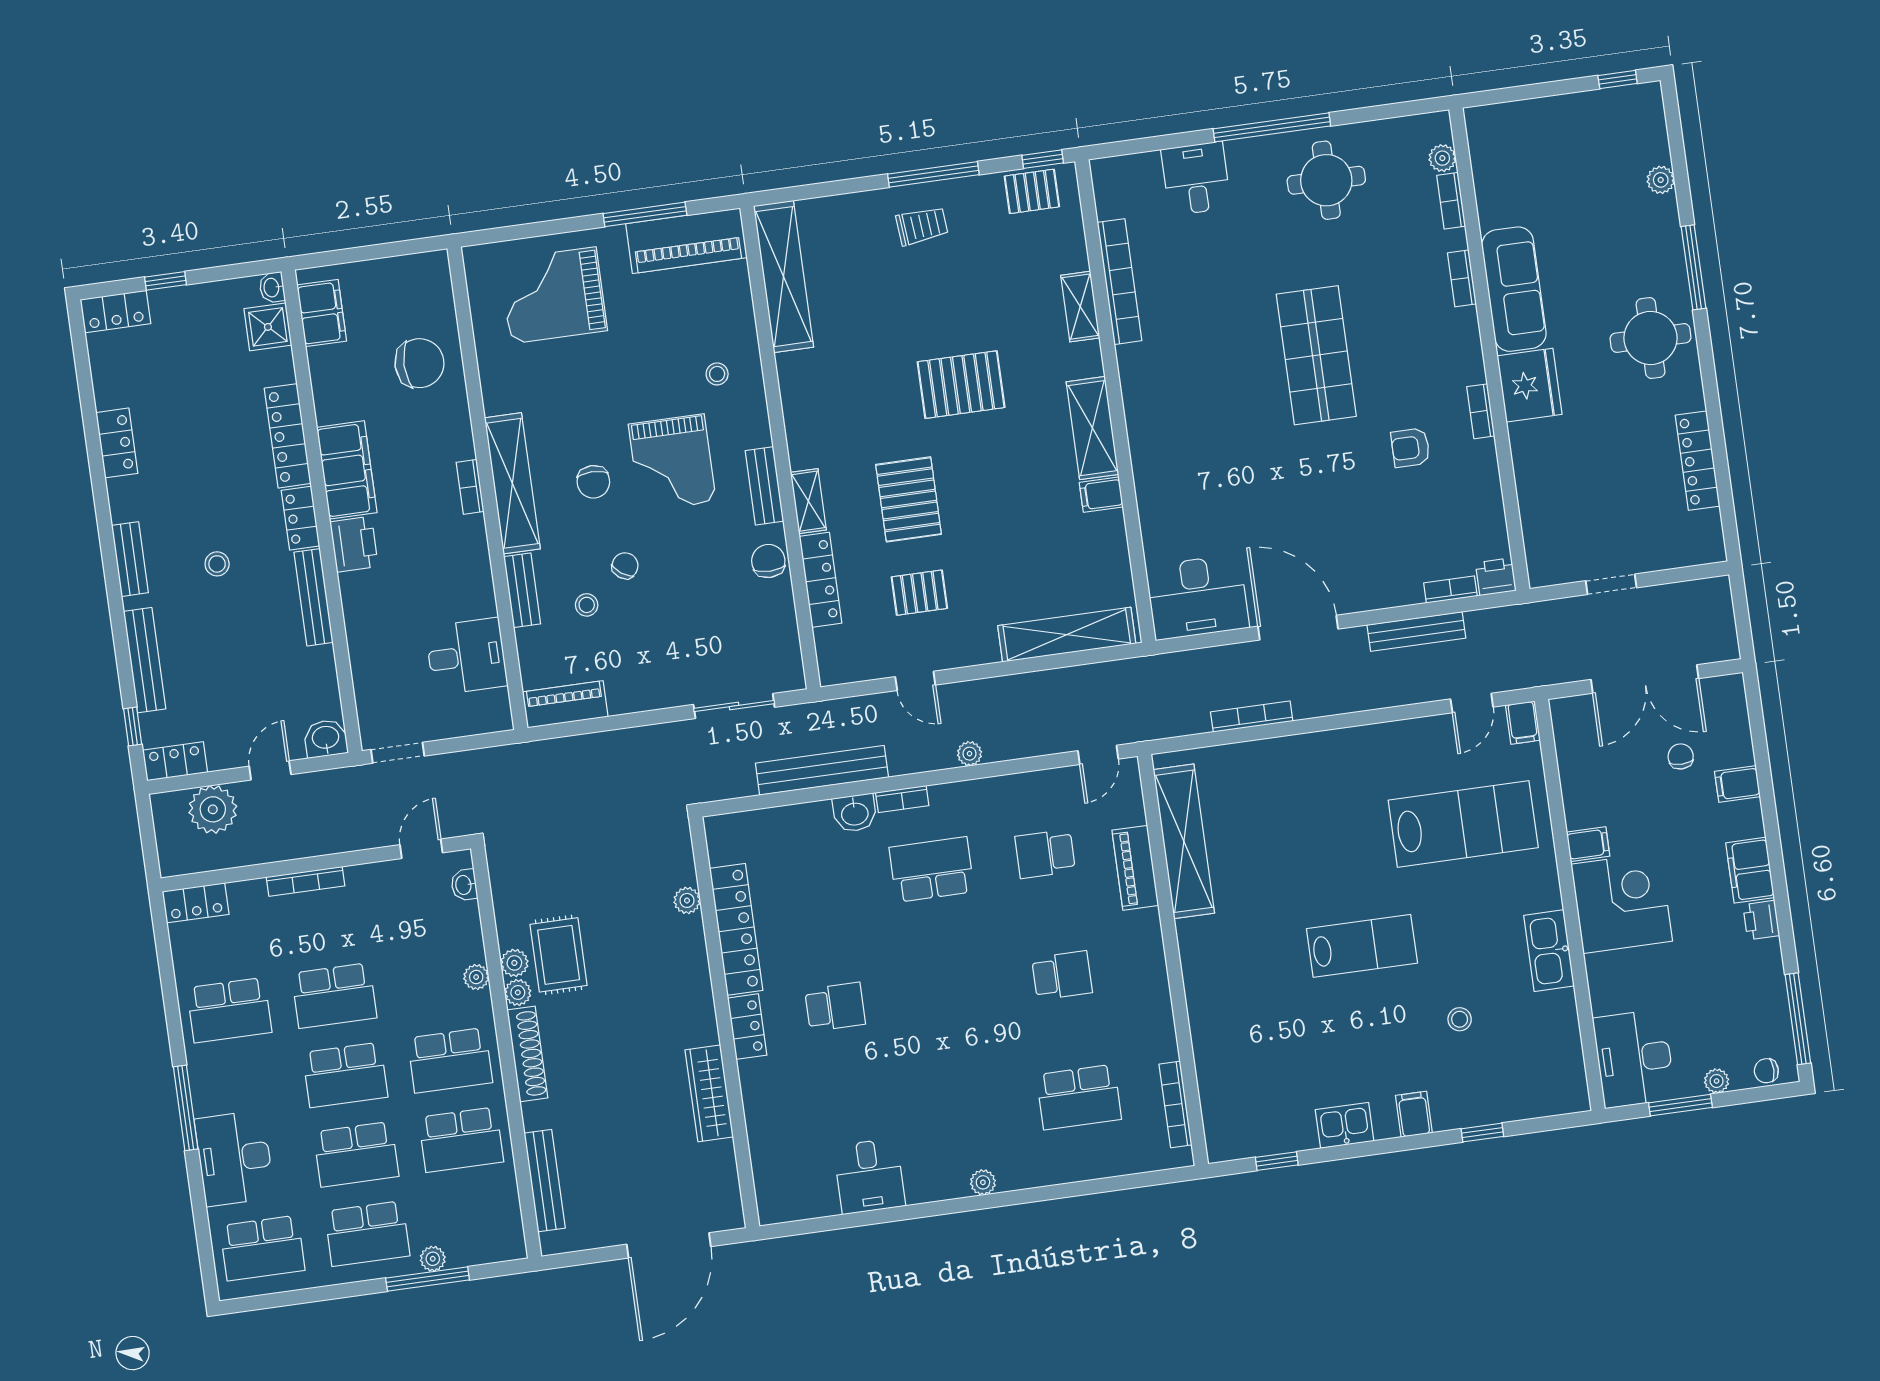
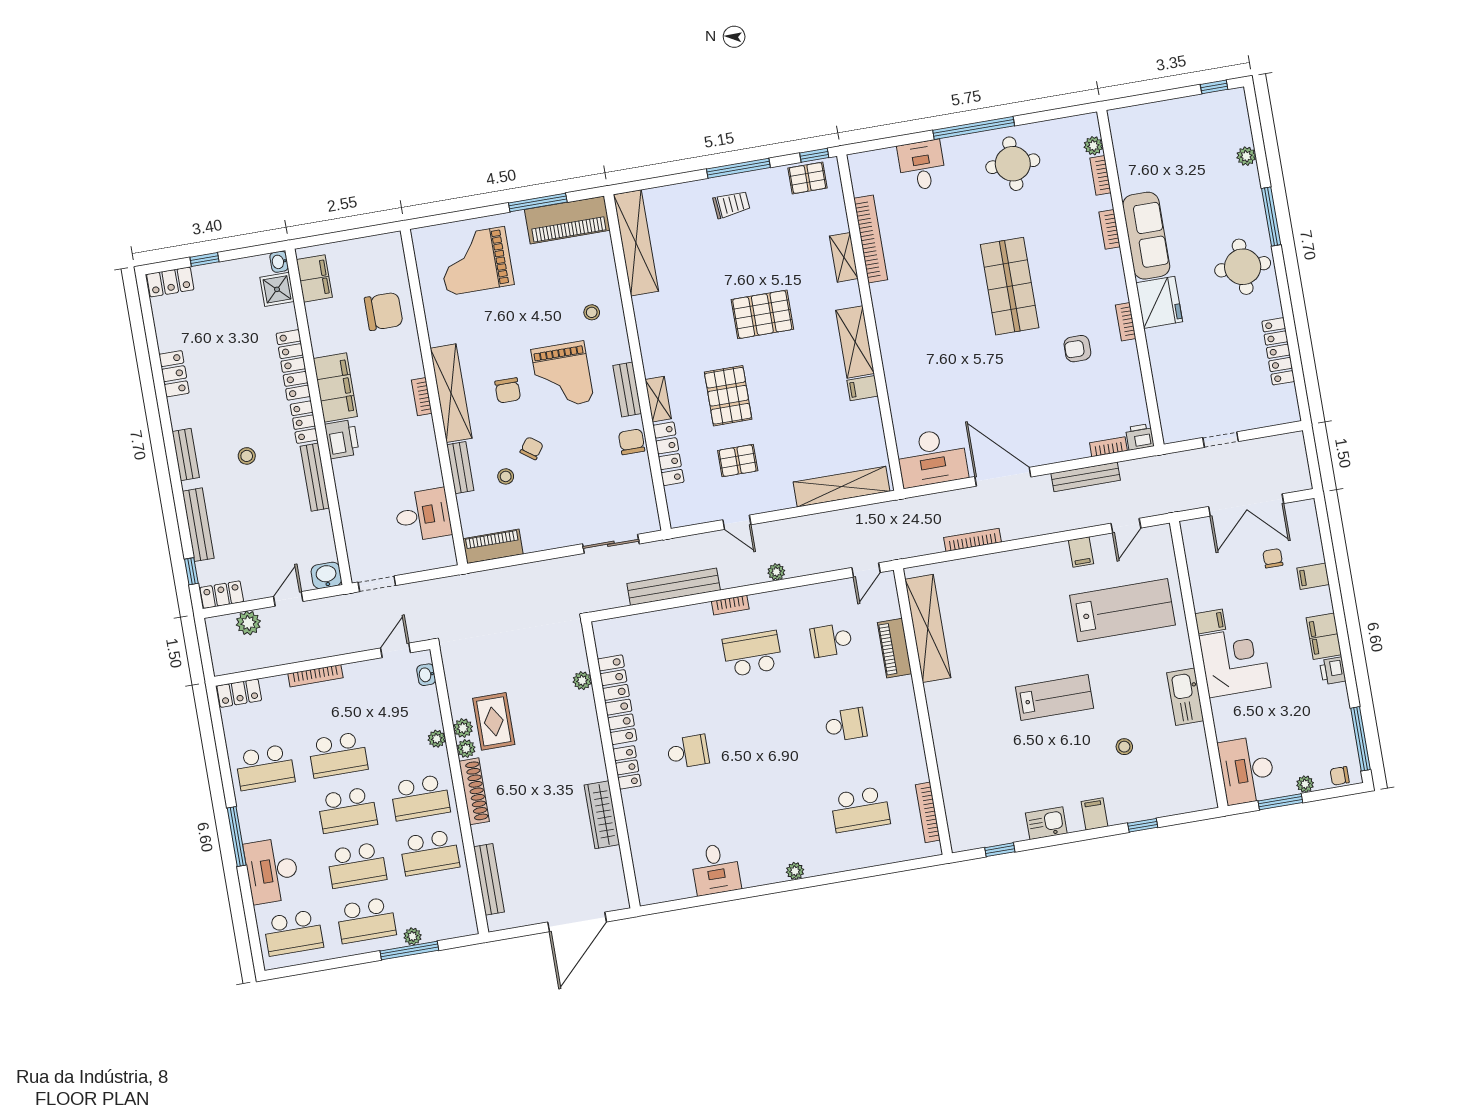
filing cabinet: (1523, 723) -> (1081, 552), moved
plant: (213, 809) -> (248, 623), width x0.73, depth x0.73
washbasin: (855, 813) -> (697, 616), removed

